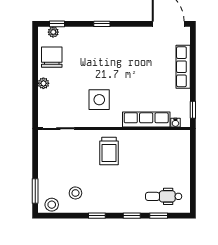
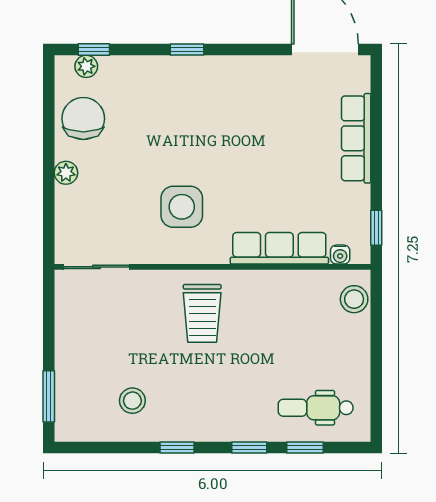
stool: (52, 205) -> (354, 299), moved

